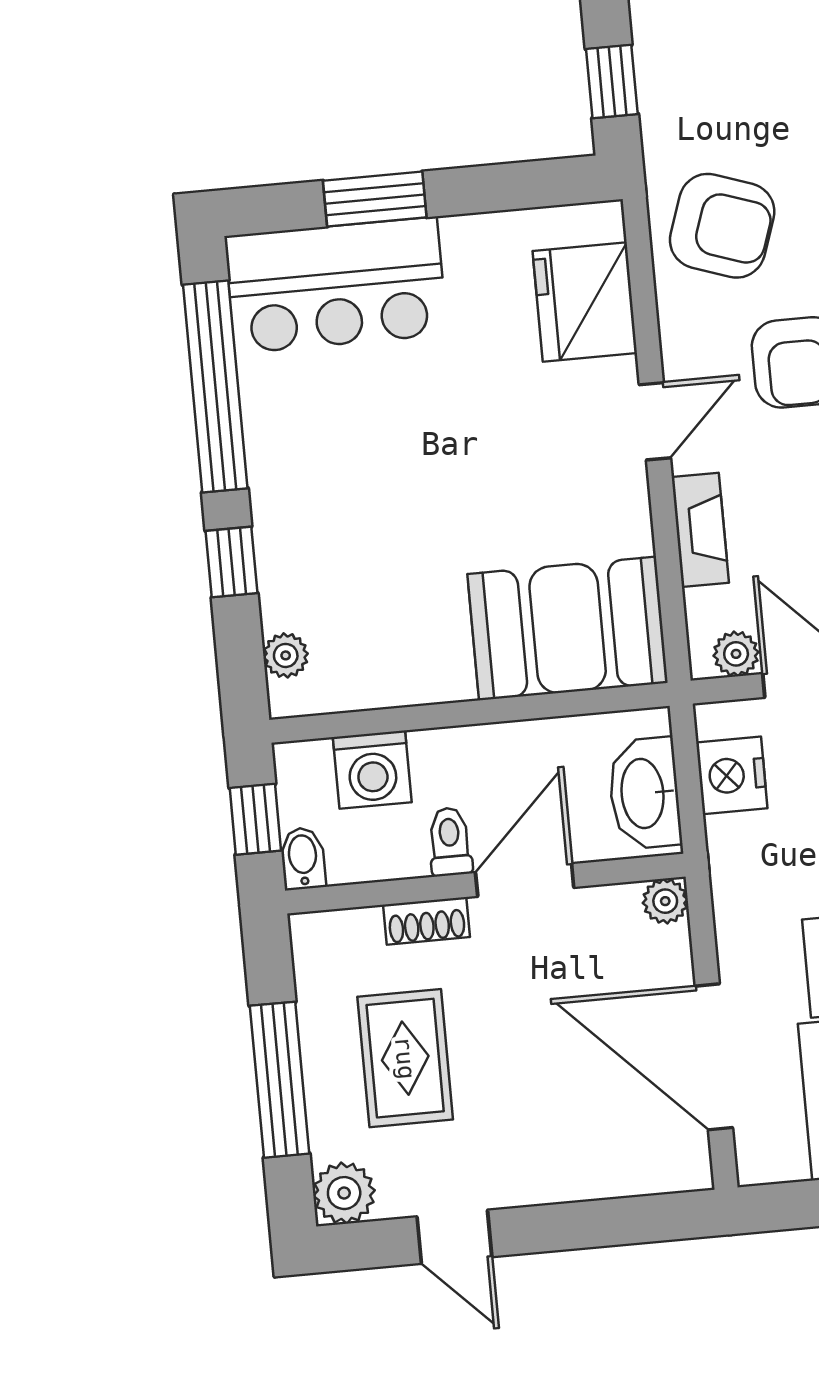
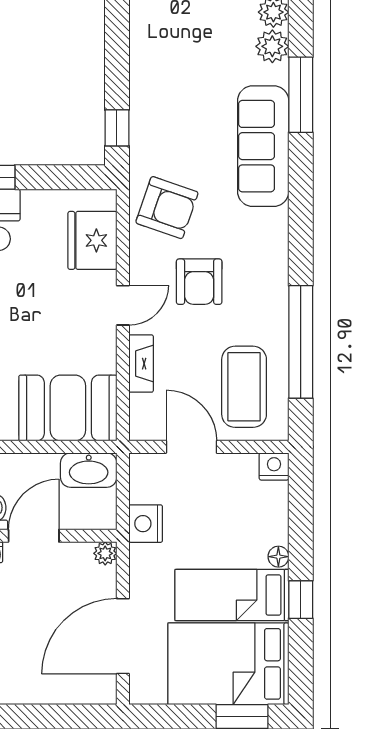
plant: (736, 654) -> (154, 429), removed
nightstand: (732, 775) -> (146, 524), moved
washbasin: (644, 793) -> (89, 470), moved, turned -90
door: (714, 1057) -> (123, 636), hinge flipped

